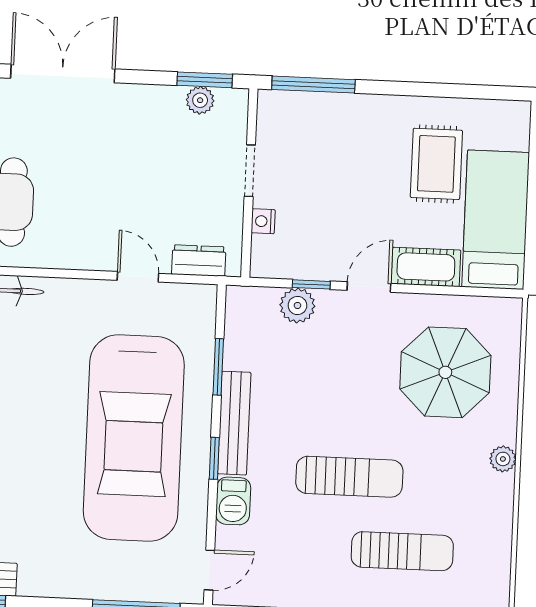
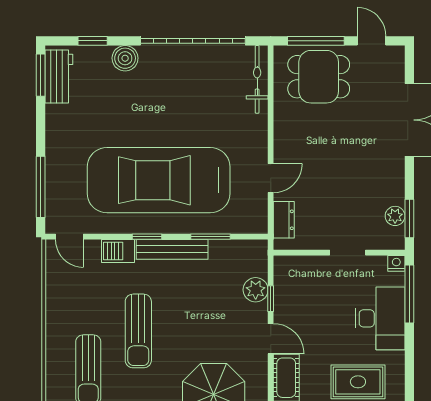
desk: (347, 128) -> (380, 318), added
nightstand: (263, 221) -> (396, 263), moved

